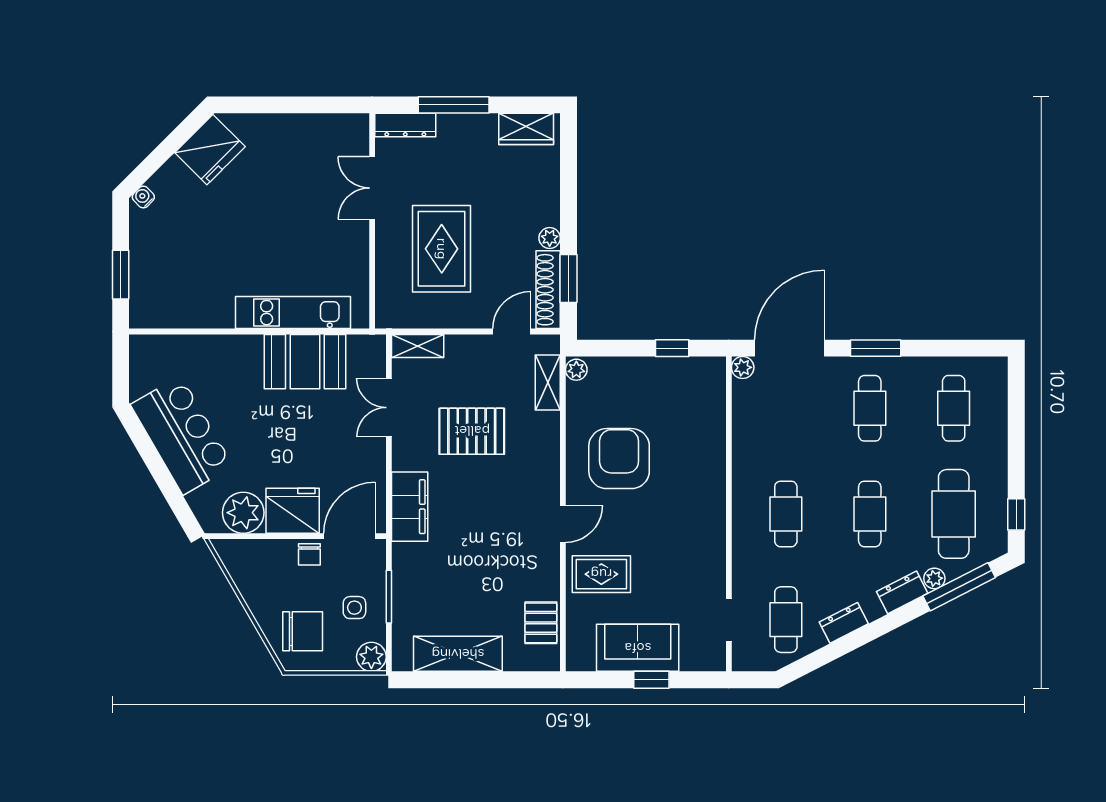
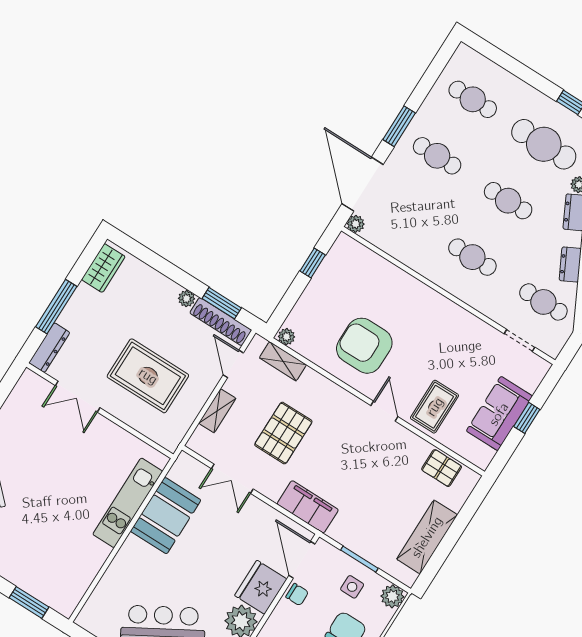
shelving: (418, 346) -> (217, 411), moved

